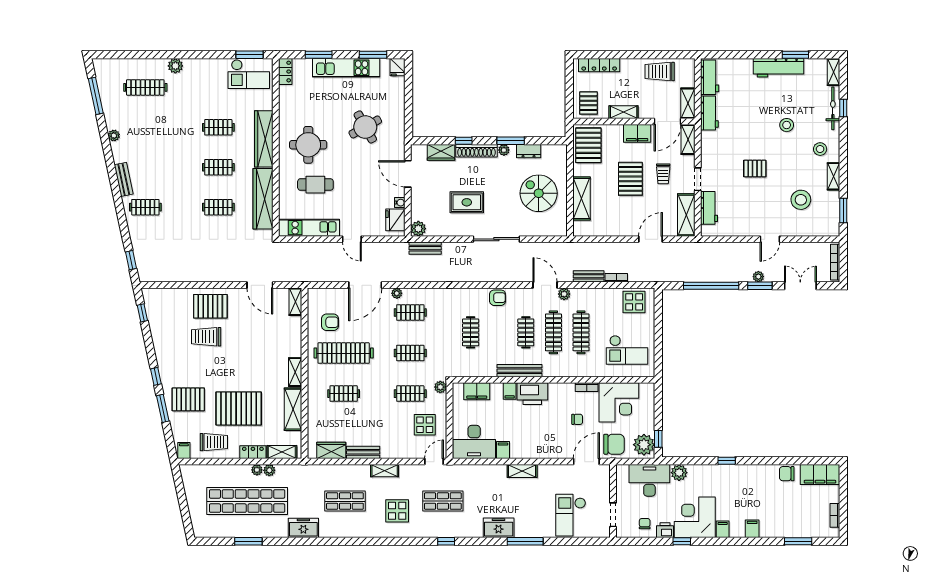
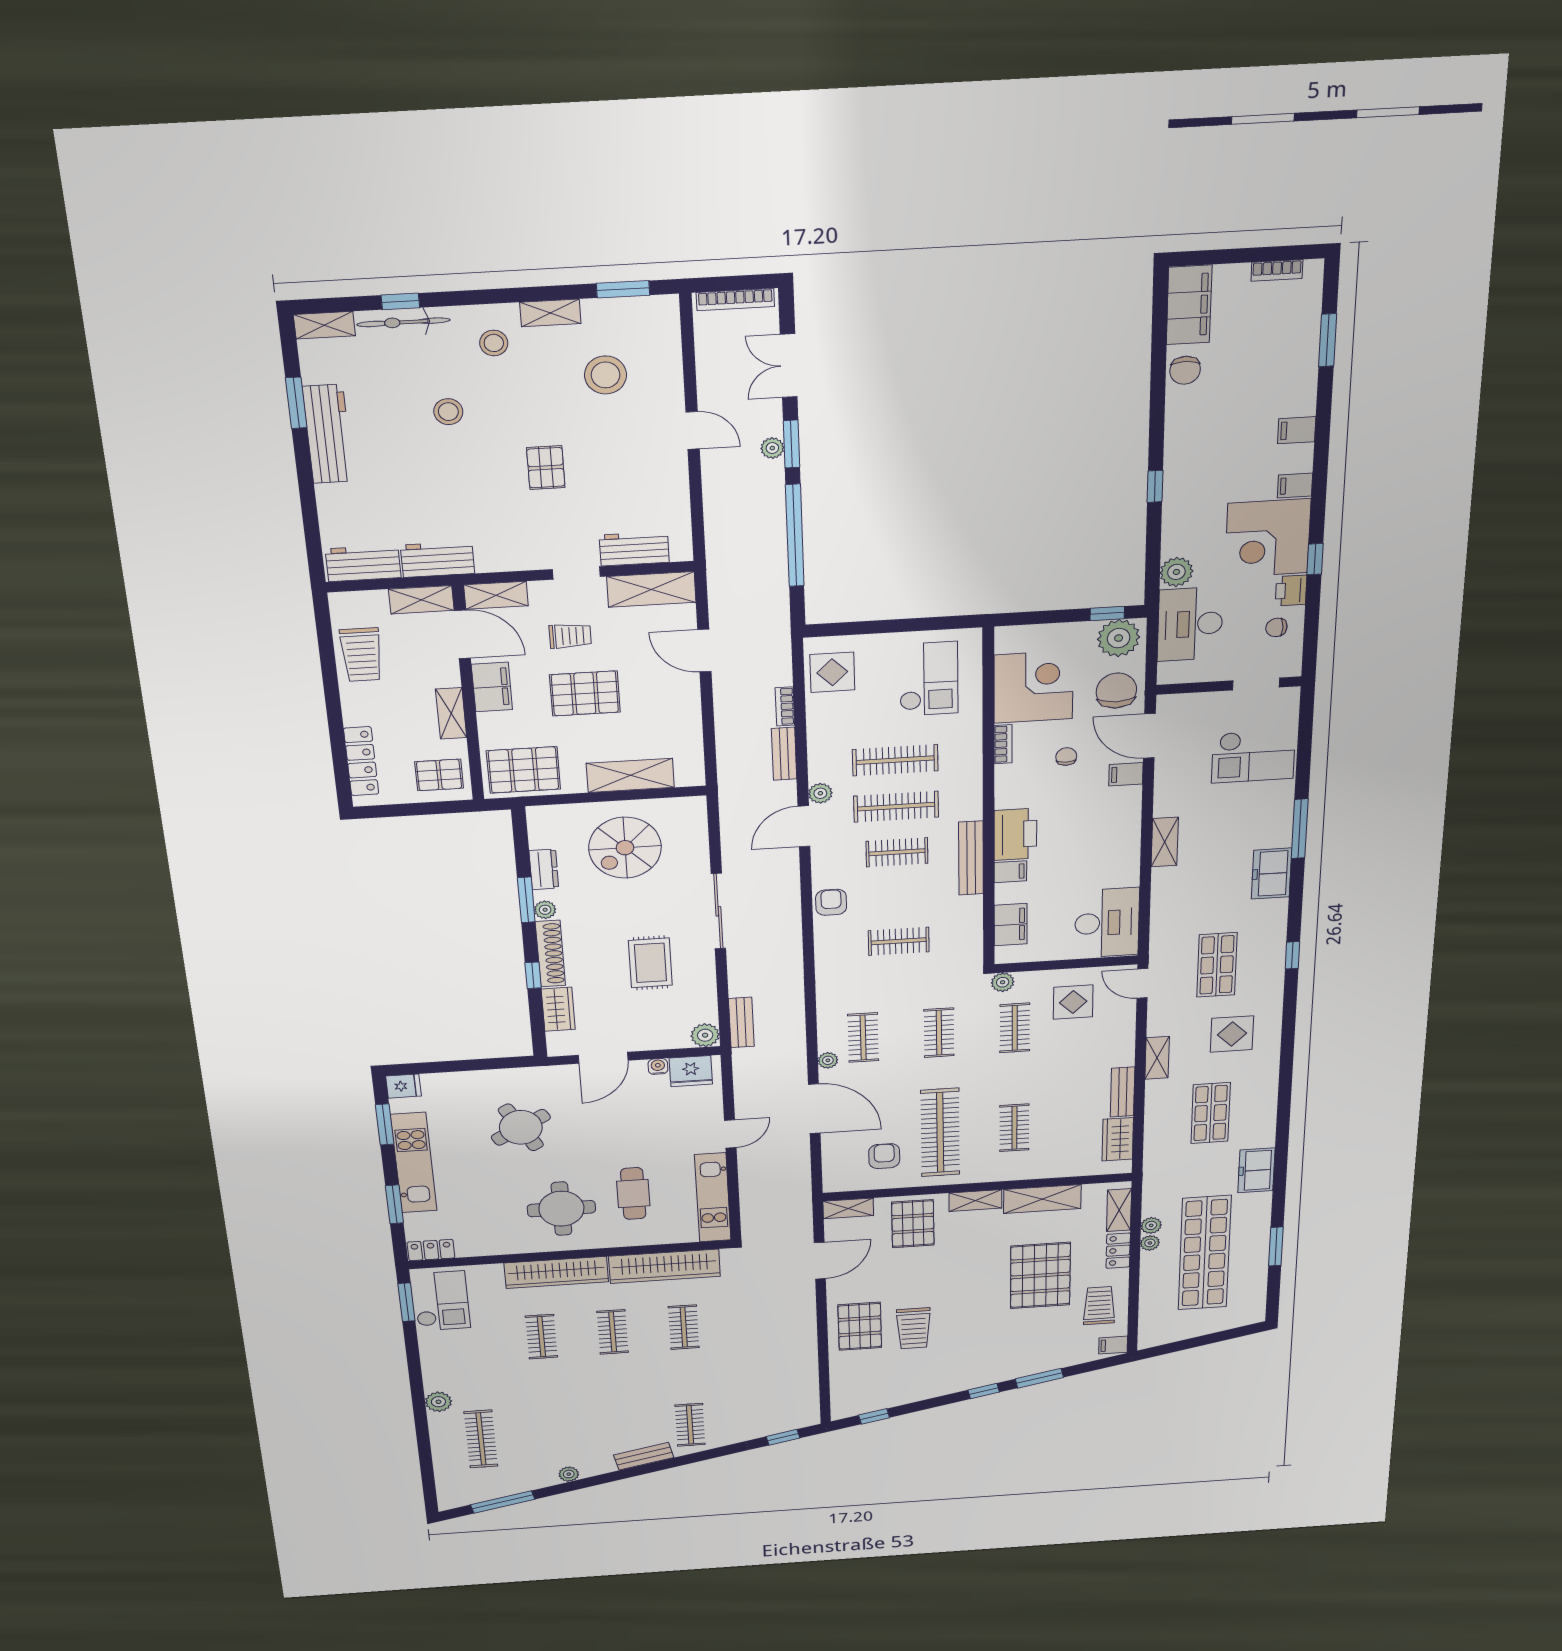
pallet: (188, 399) -> (913, 1224), moved
filing cabinet: (503, 450) -> (1126, 774), moved

